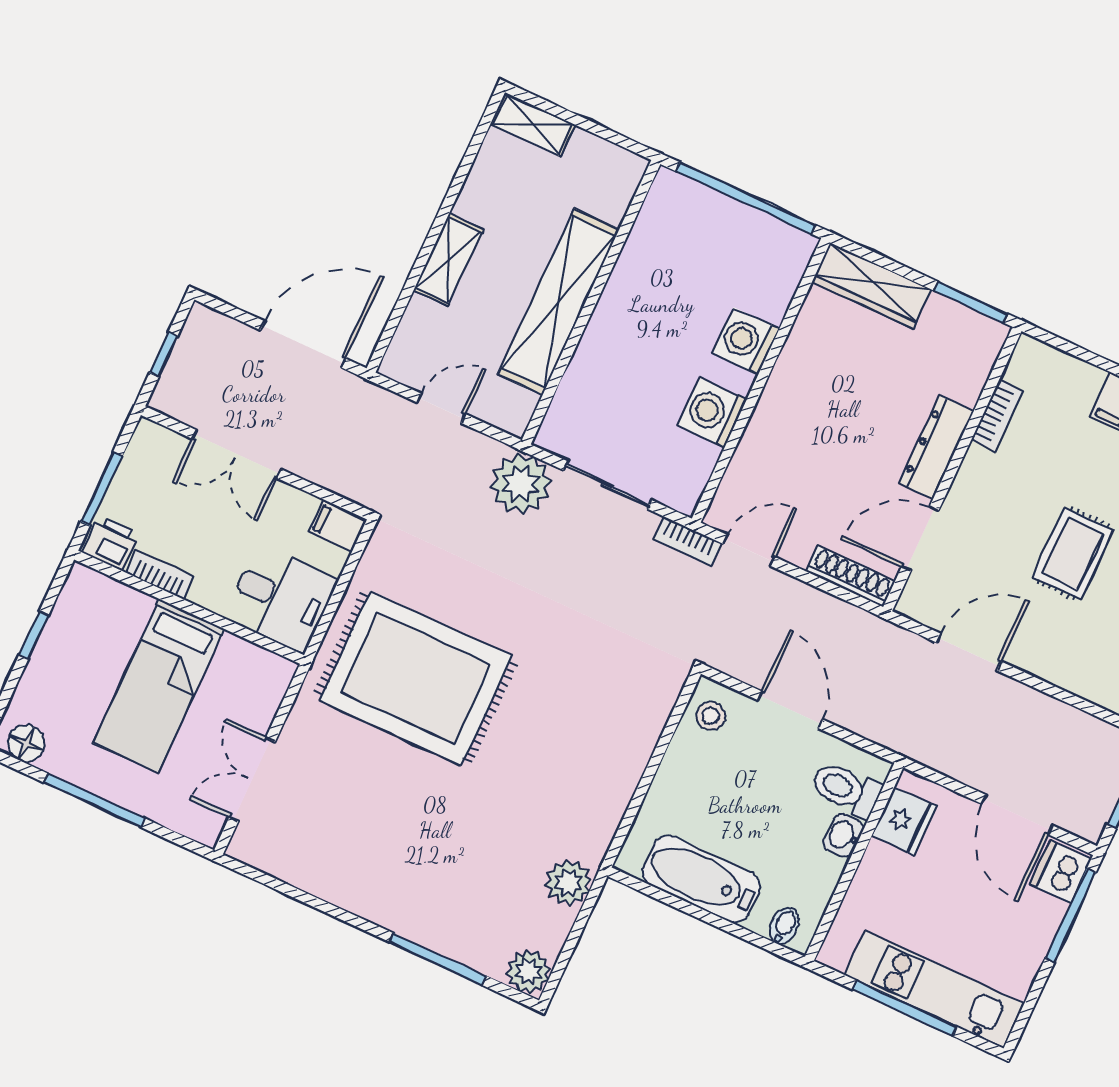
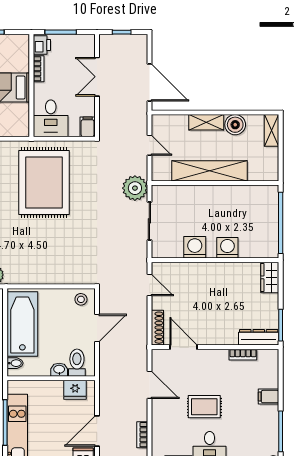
boiler: (483, 198) -> (235, 125), added
wardrobe: (872, 285) -> (270, 277), width x0.67
dresser: (936, 448) -> (259, 337), moved
bookcase: (688, 541) -> (142, 435), moved
bathtub: (701, 879) -> (22, 324), width x1.36, depth x1.36

